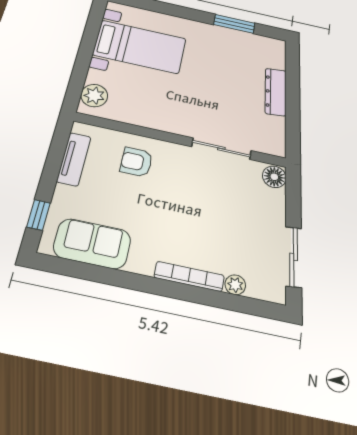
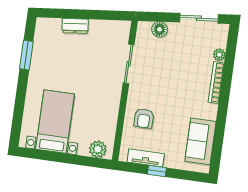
dresser: (276, 92) -> (75, 26), width x0.70
floor lamp: (274, 177) -> (160, 29), moved
window: (38, 215) -> (157, 171), moved

